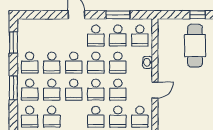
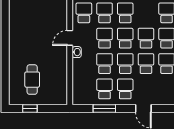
school desk: (140, 36) -> (84, 89), removed
cafe table: (195, 46) -> (32, 80), width x0.73, depth x0.74
washbasin: (148, 62) -> (77, 52), moved

